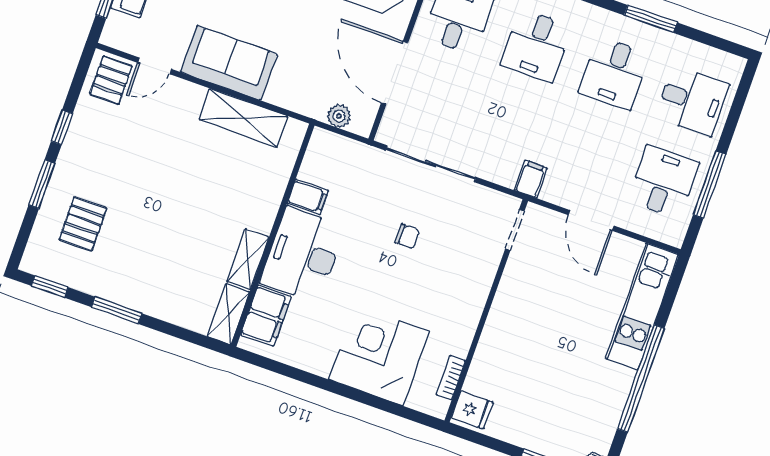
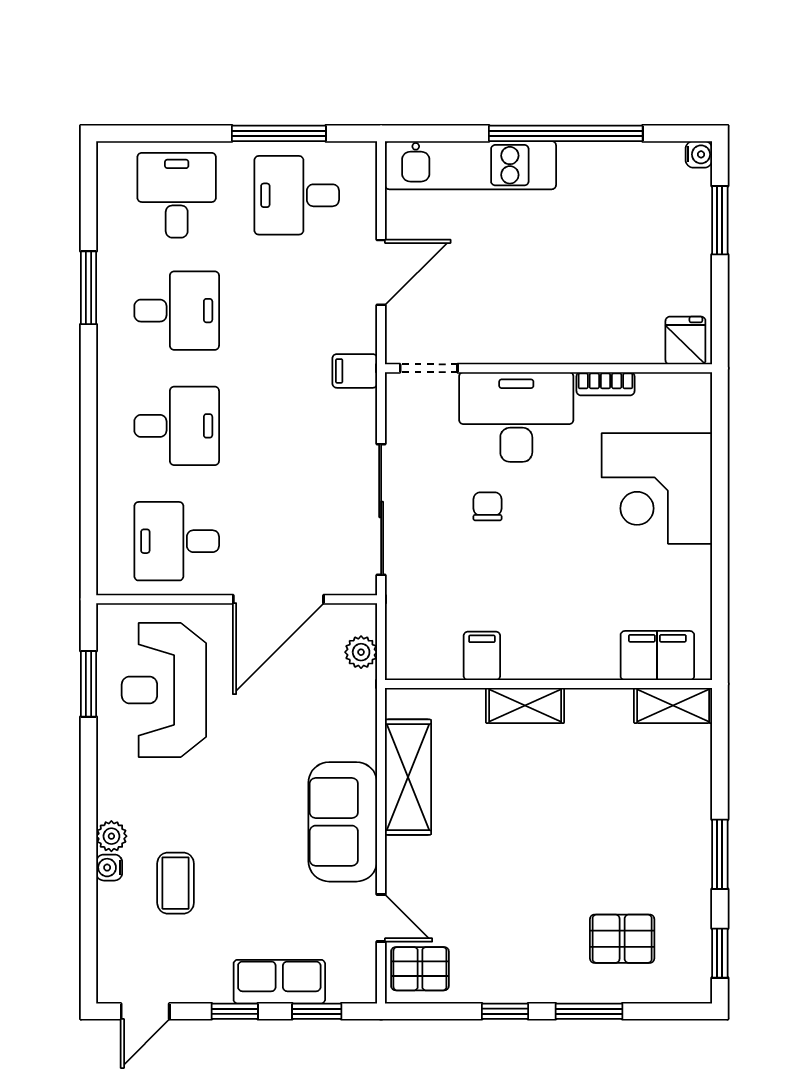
desk: (303, 255) -> (516, 417), moved, turned 180
shelving: (248, 259) -> (525, 705), moved
bookcase: (451, 378) -> (605, 384), moved

